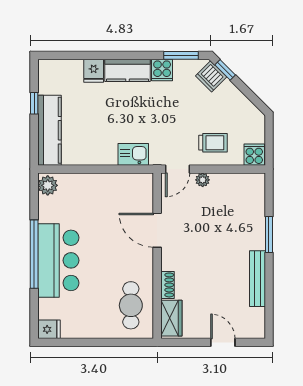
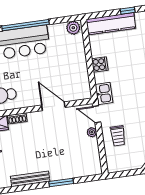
kitchen sink: (133, 154) -> (104, 93), moved
cooker: (254, 155) -> (100, 64), moved
door: (157, 230) -> (53, 106), hinge flipped

